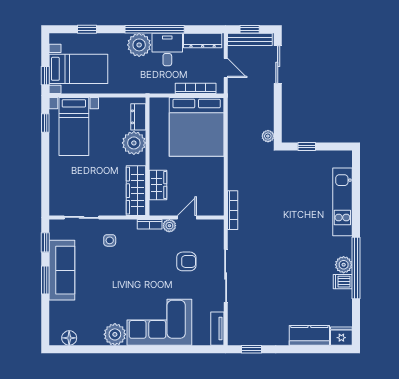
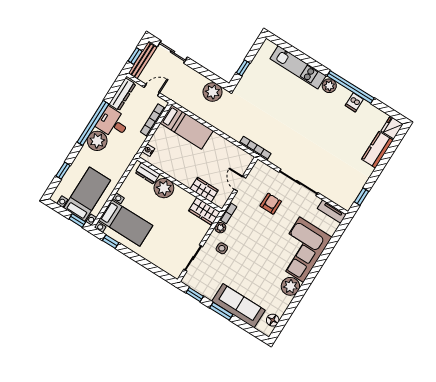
nightstand: (162, 103) -> (148, 150), added
bed: (197, 127) -> (187, 127), width x0.49
plant: (268, 136) -> (212, 92), width x1.87, depth x1.87
wardrobe: (136, 191) -> (204, 211), width x0.67
plant: (169, 226) -> (220, 228), moved
plant: (344, 265) -> (329, 86), moved
sofa: (62, 270) -> (238, 306), moved

